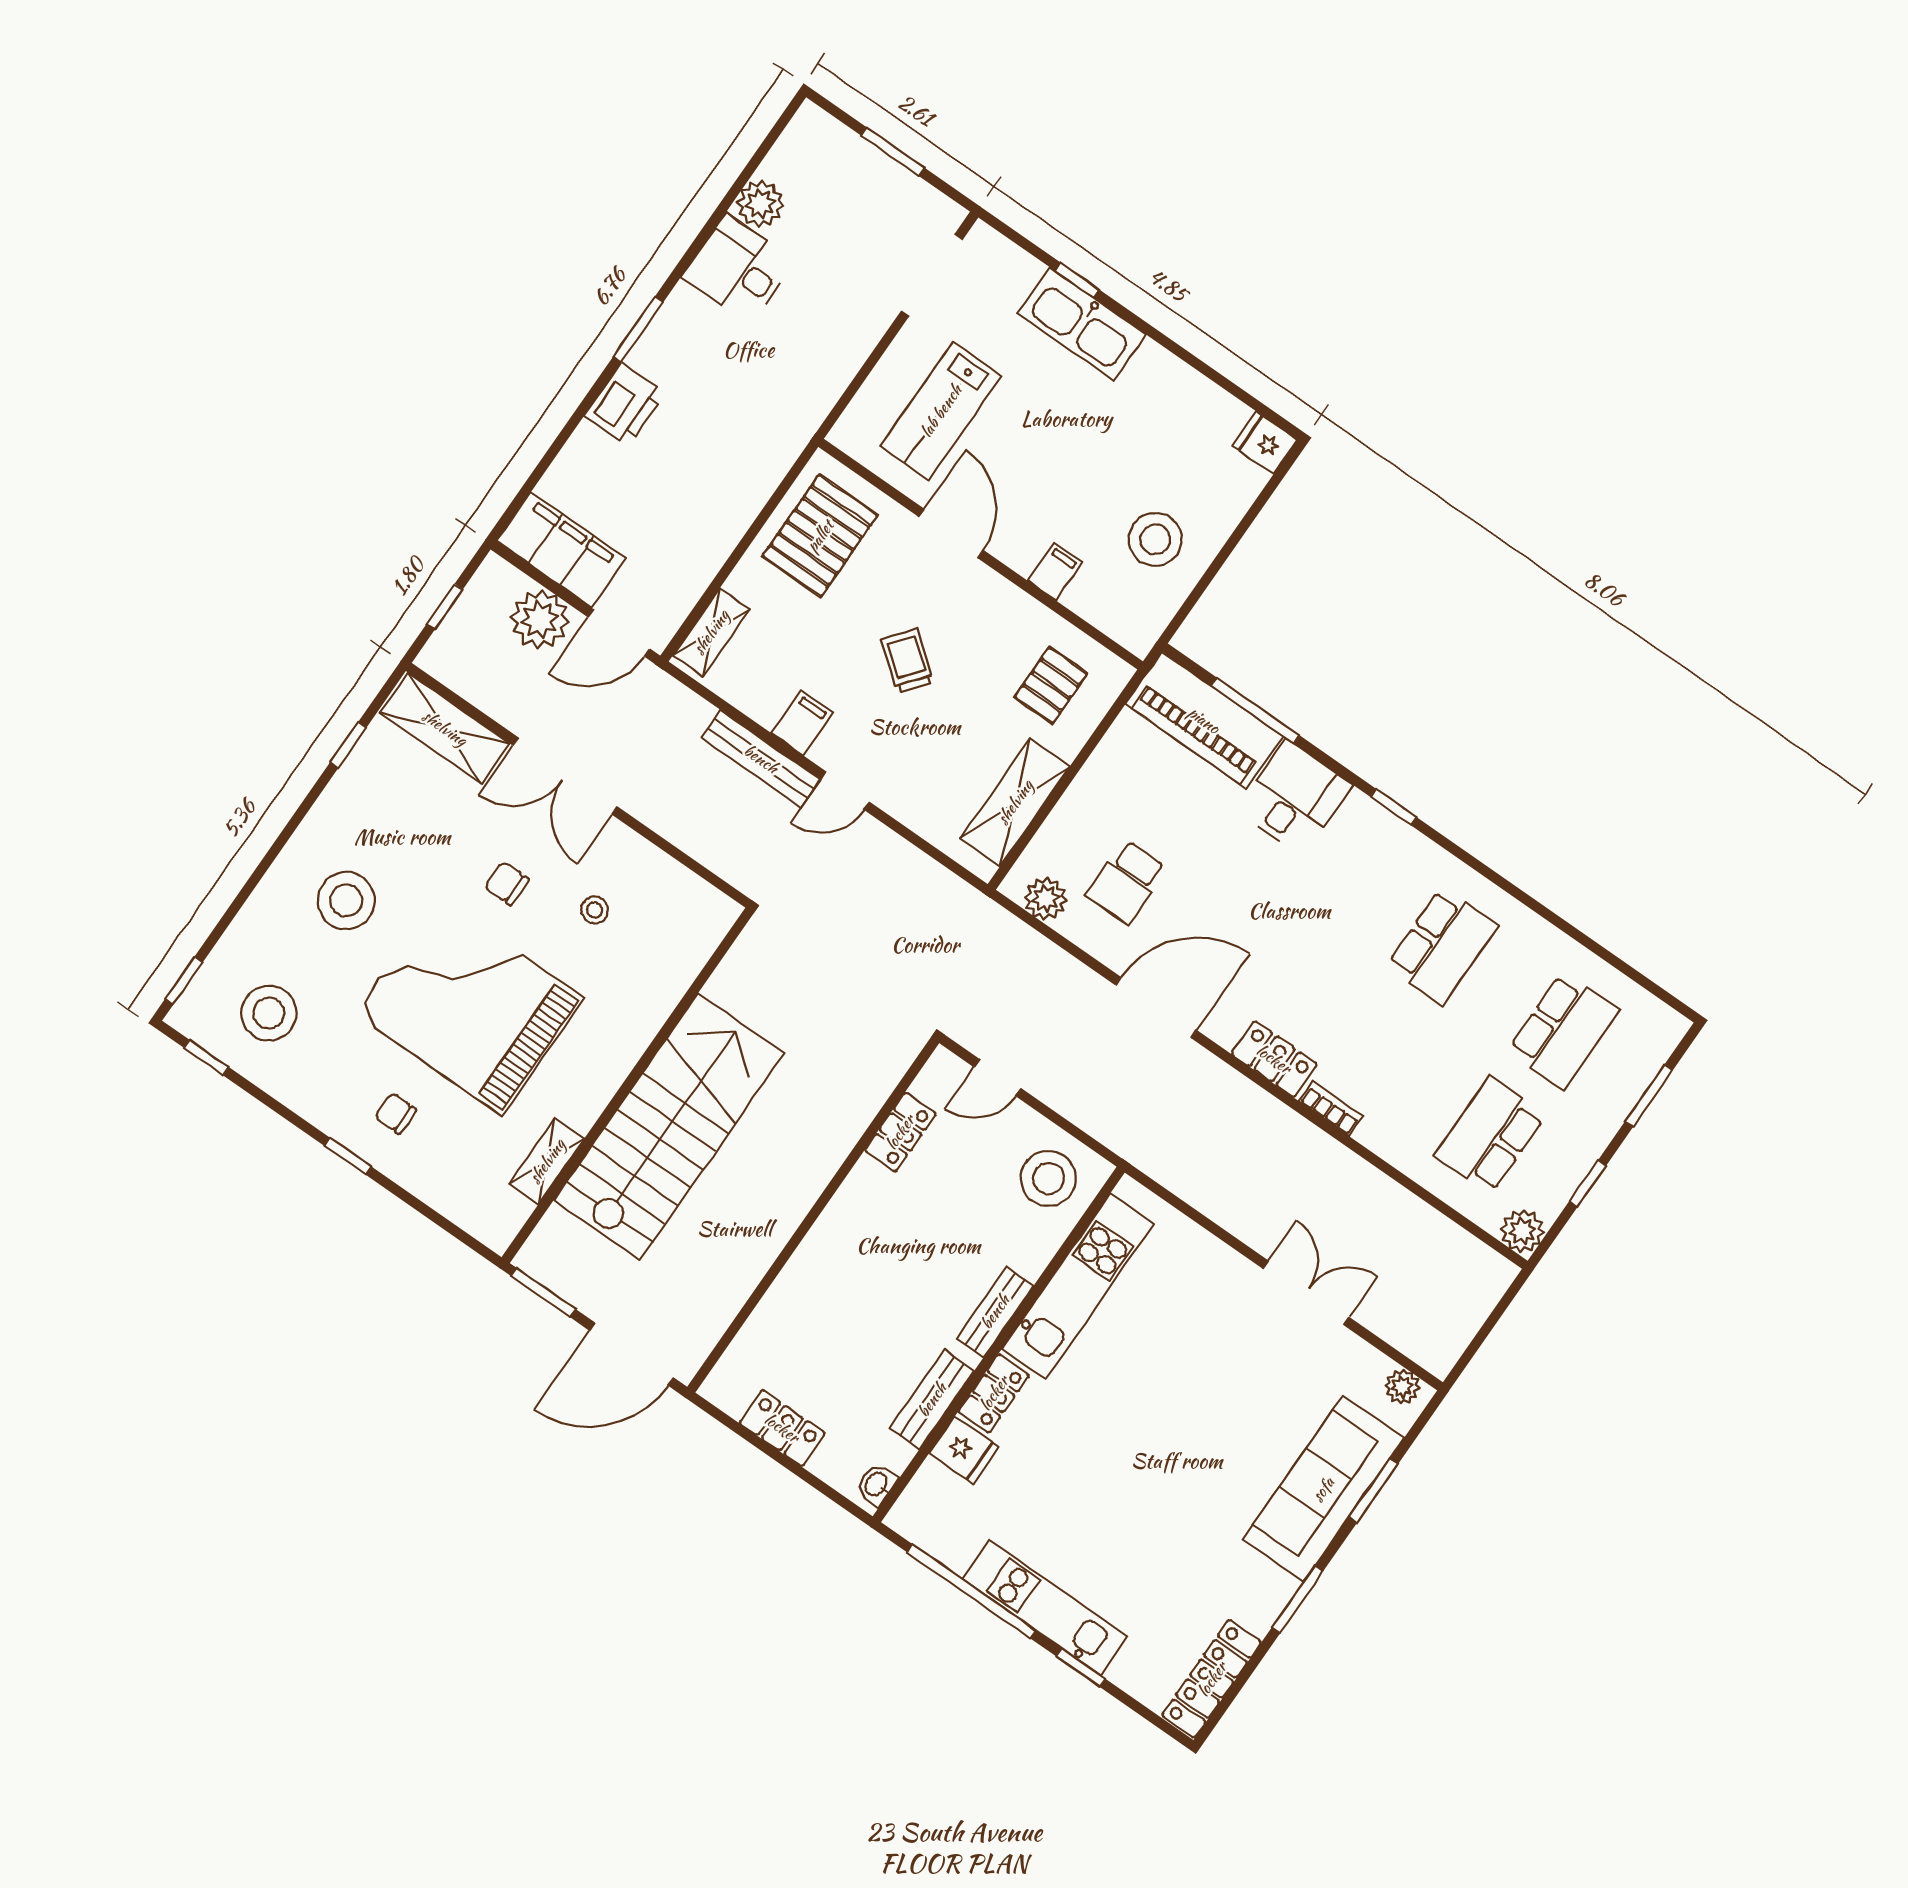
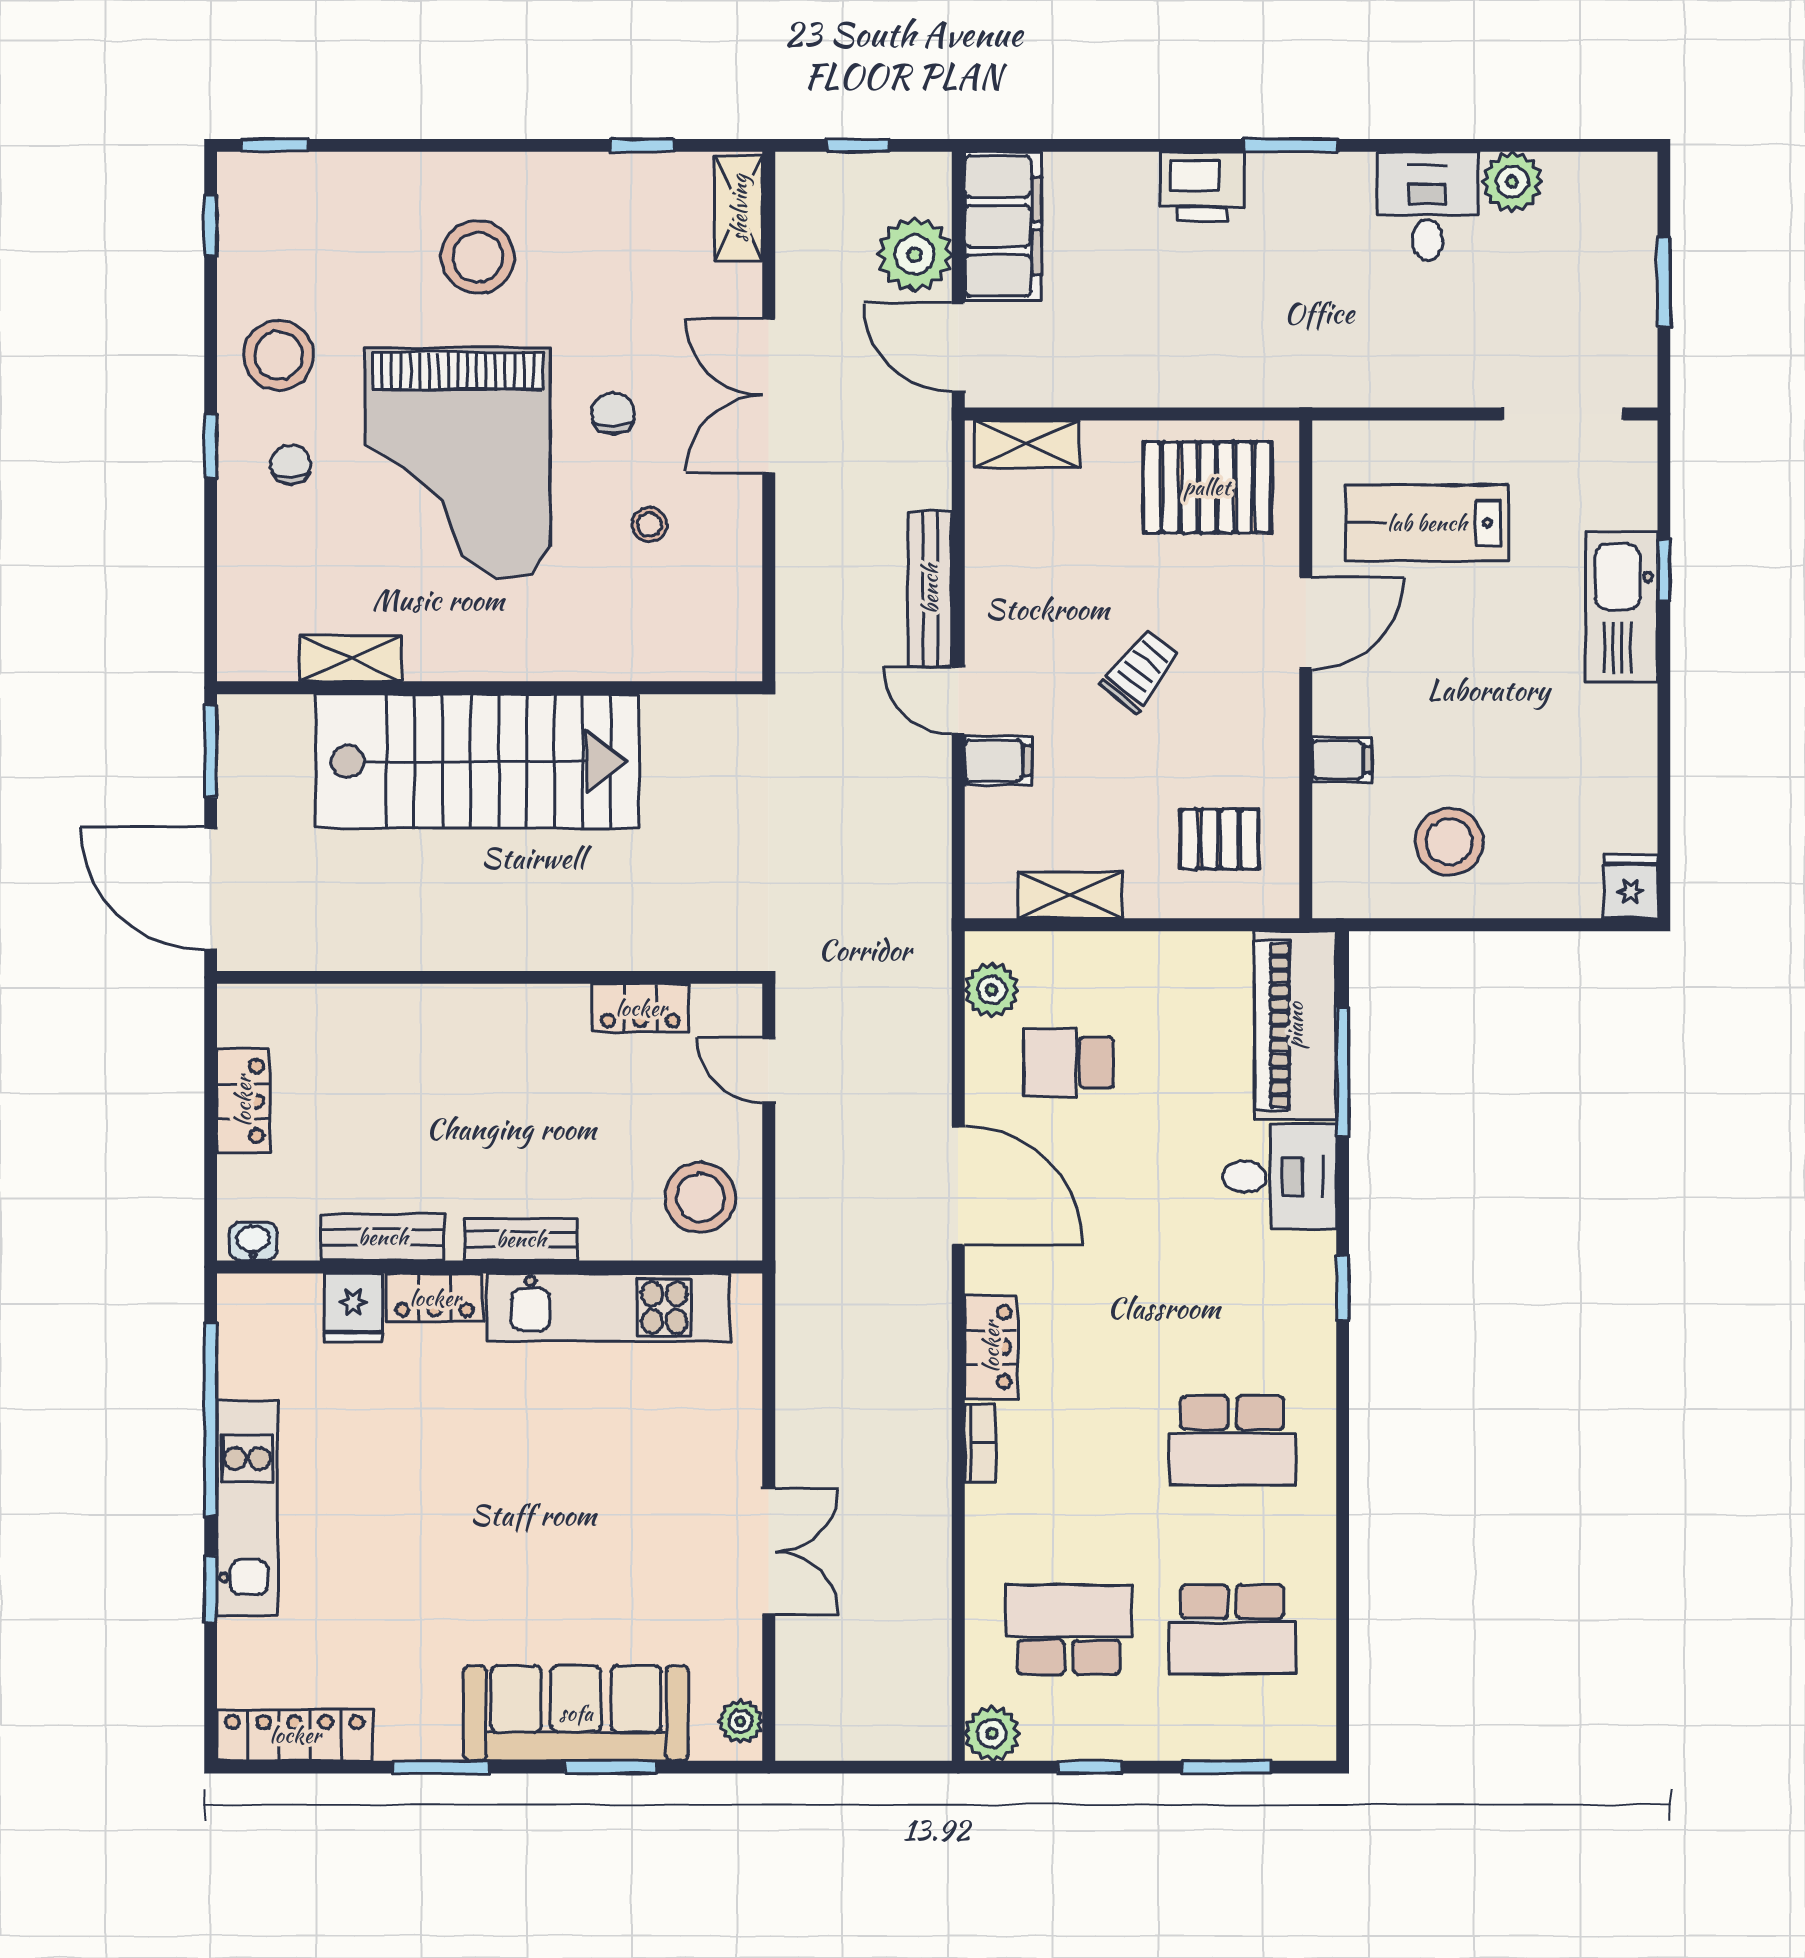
filing cabinet: (802, 723) -> (998, 761), moved
shelving: (445, 728) -> (739, 208), width x0.67, depth x0.75
shelving: (1015, 802) -> (1070, 895), width x0.67, depth x0.75
grand piano: (469, 1006) -> (458, 463), turned 180
stool: (269, 1013) -> (278, 355), moved

